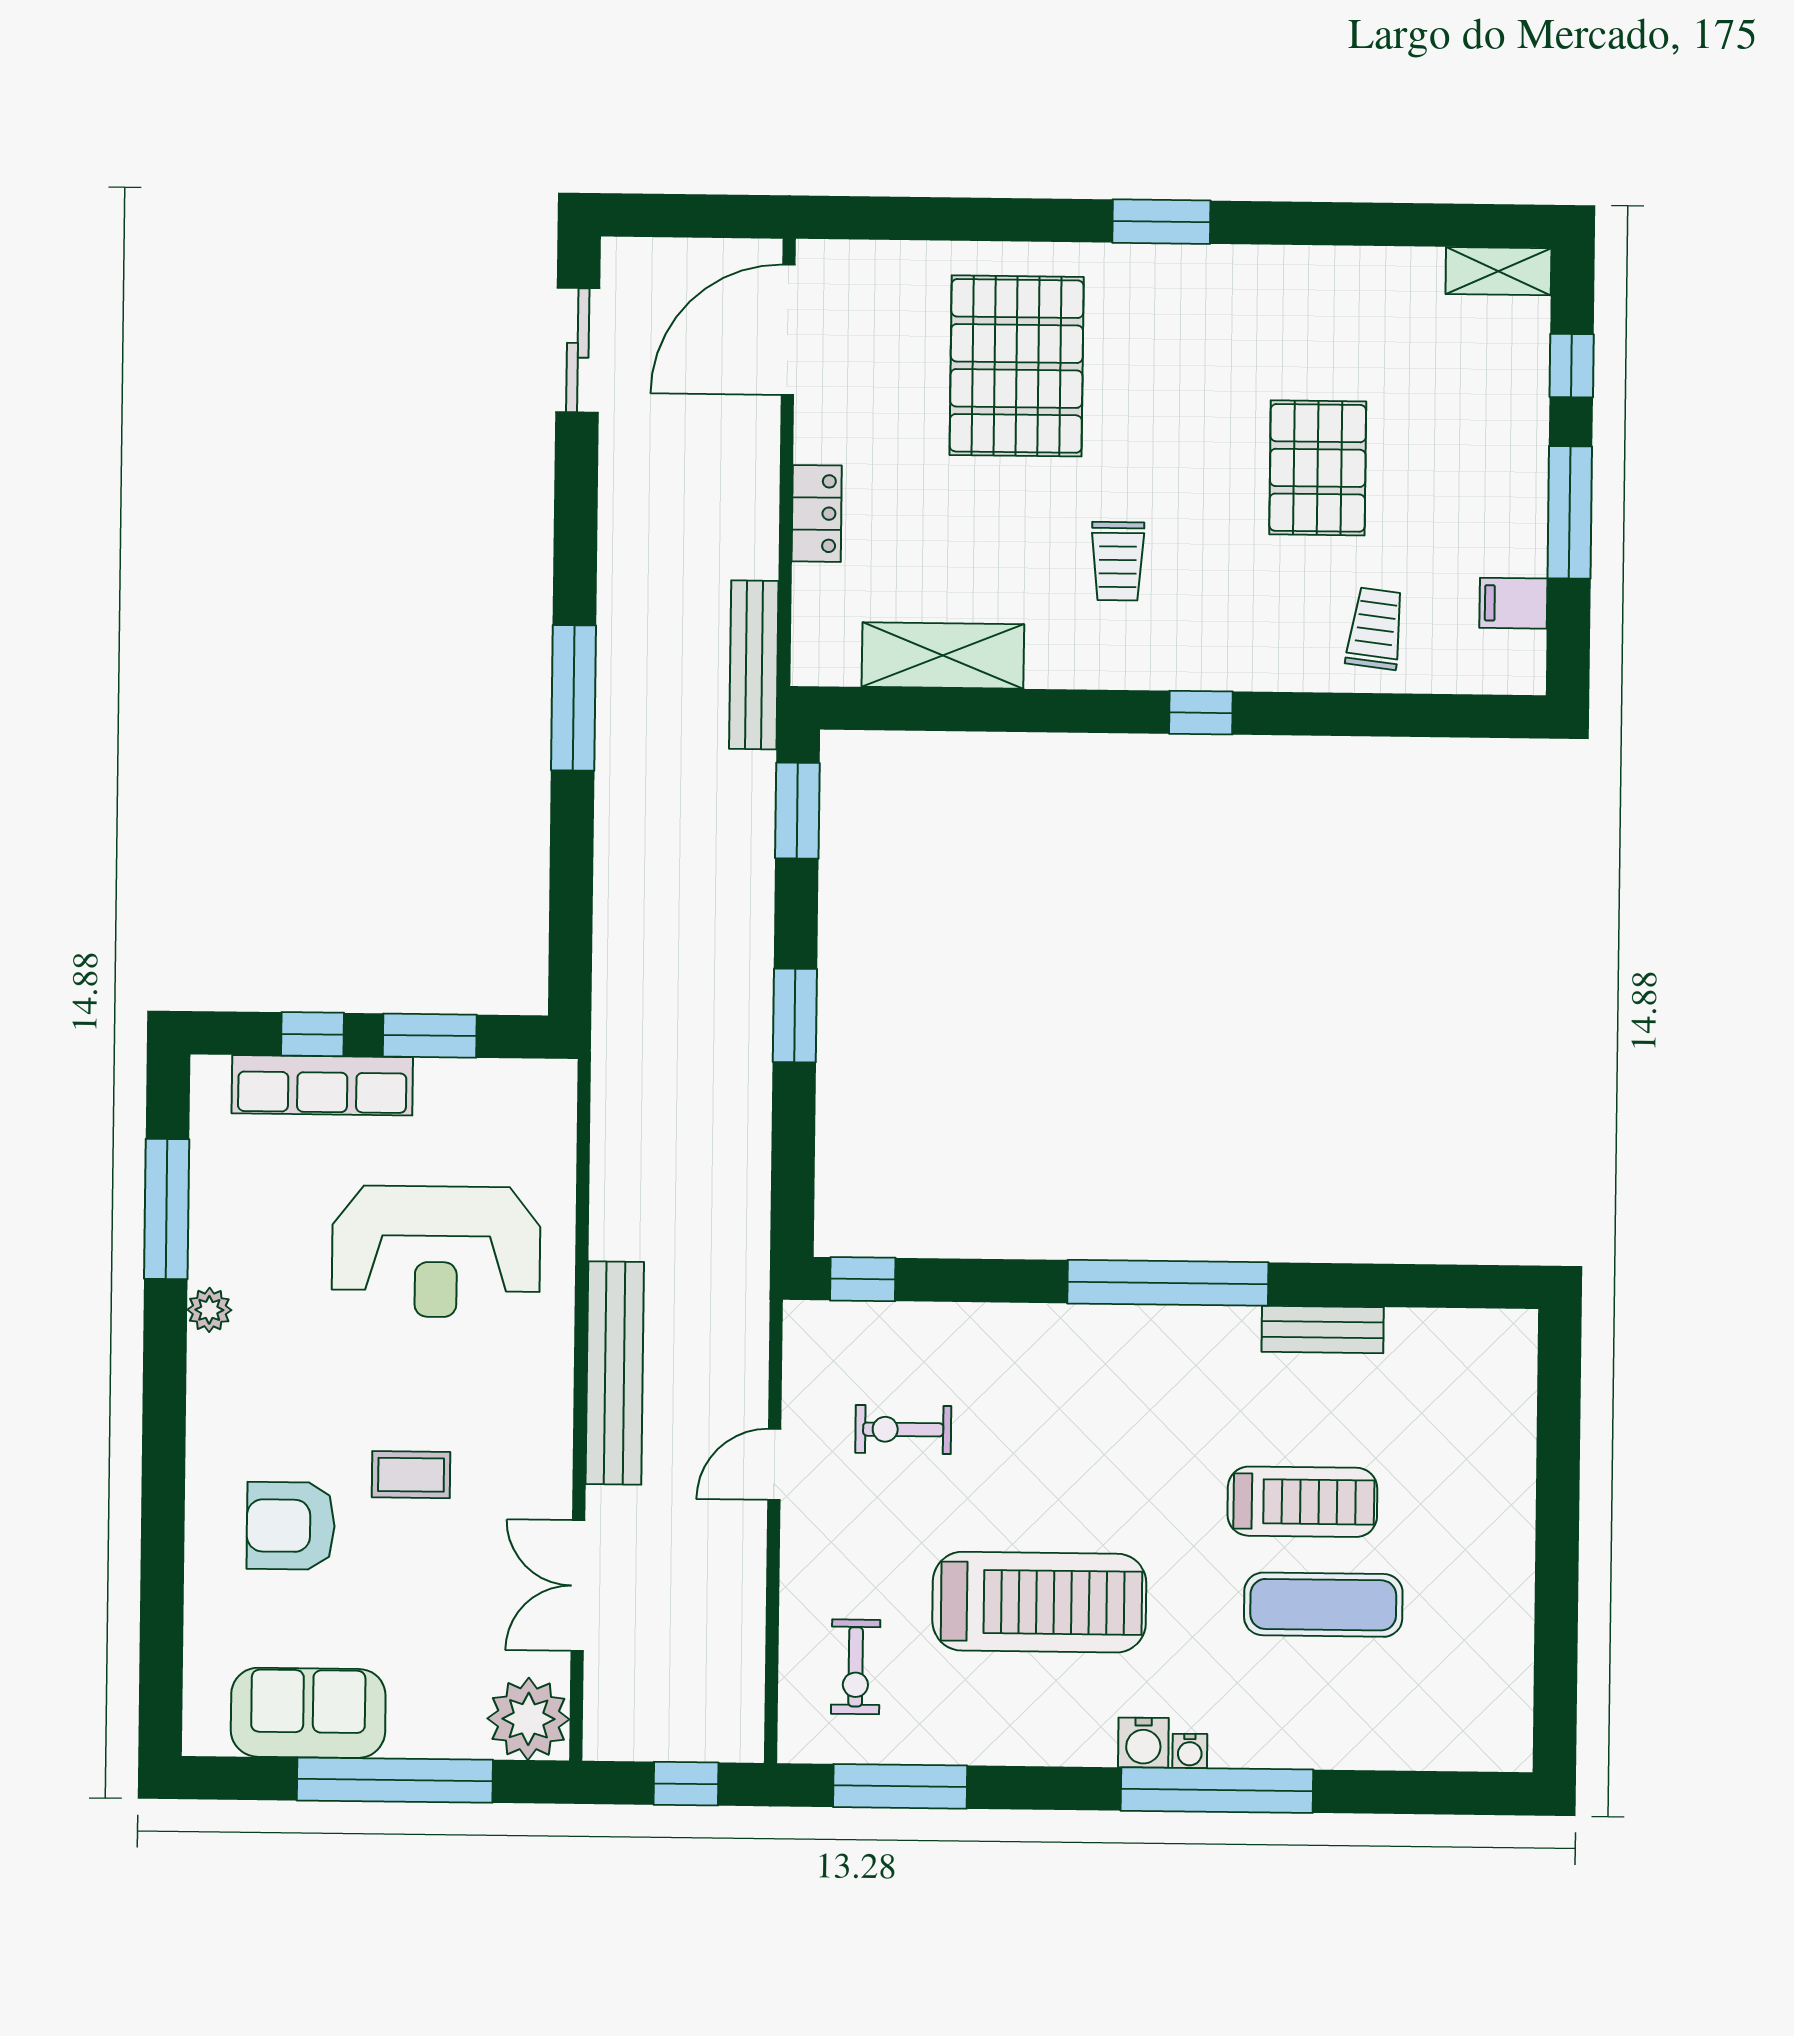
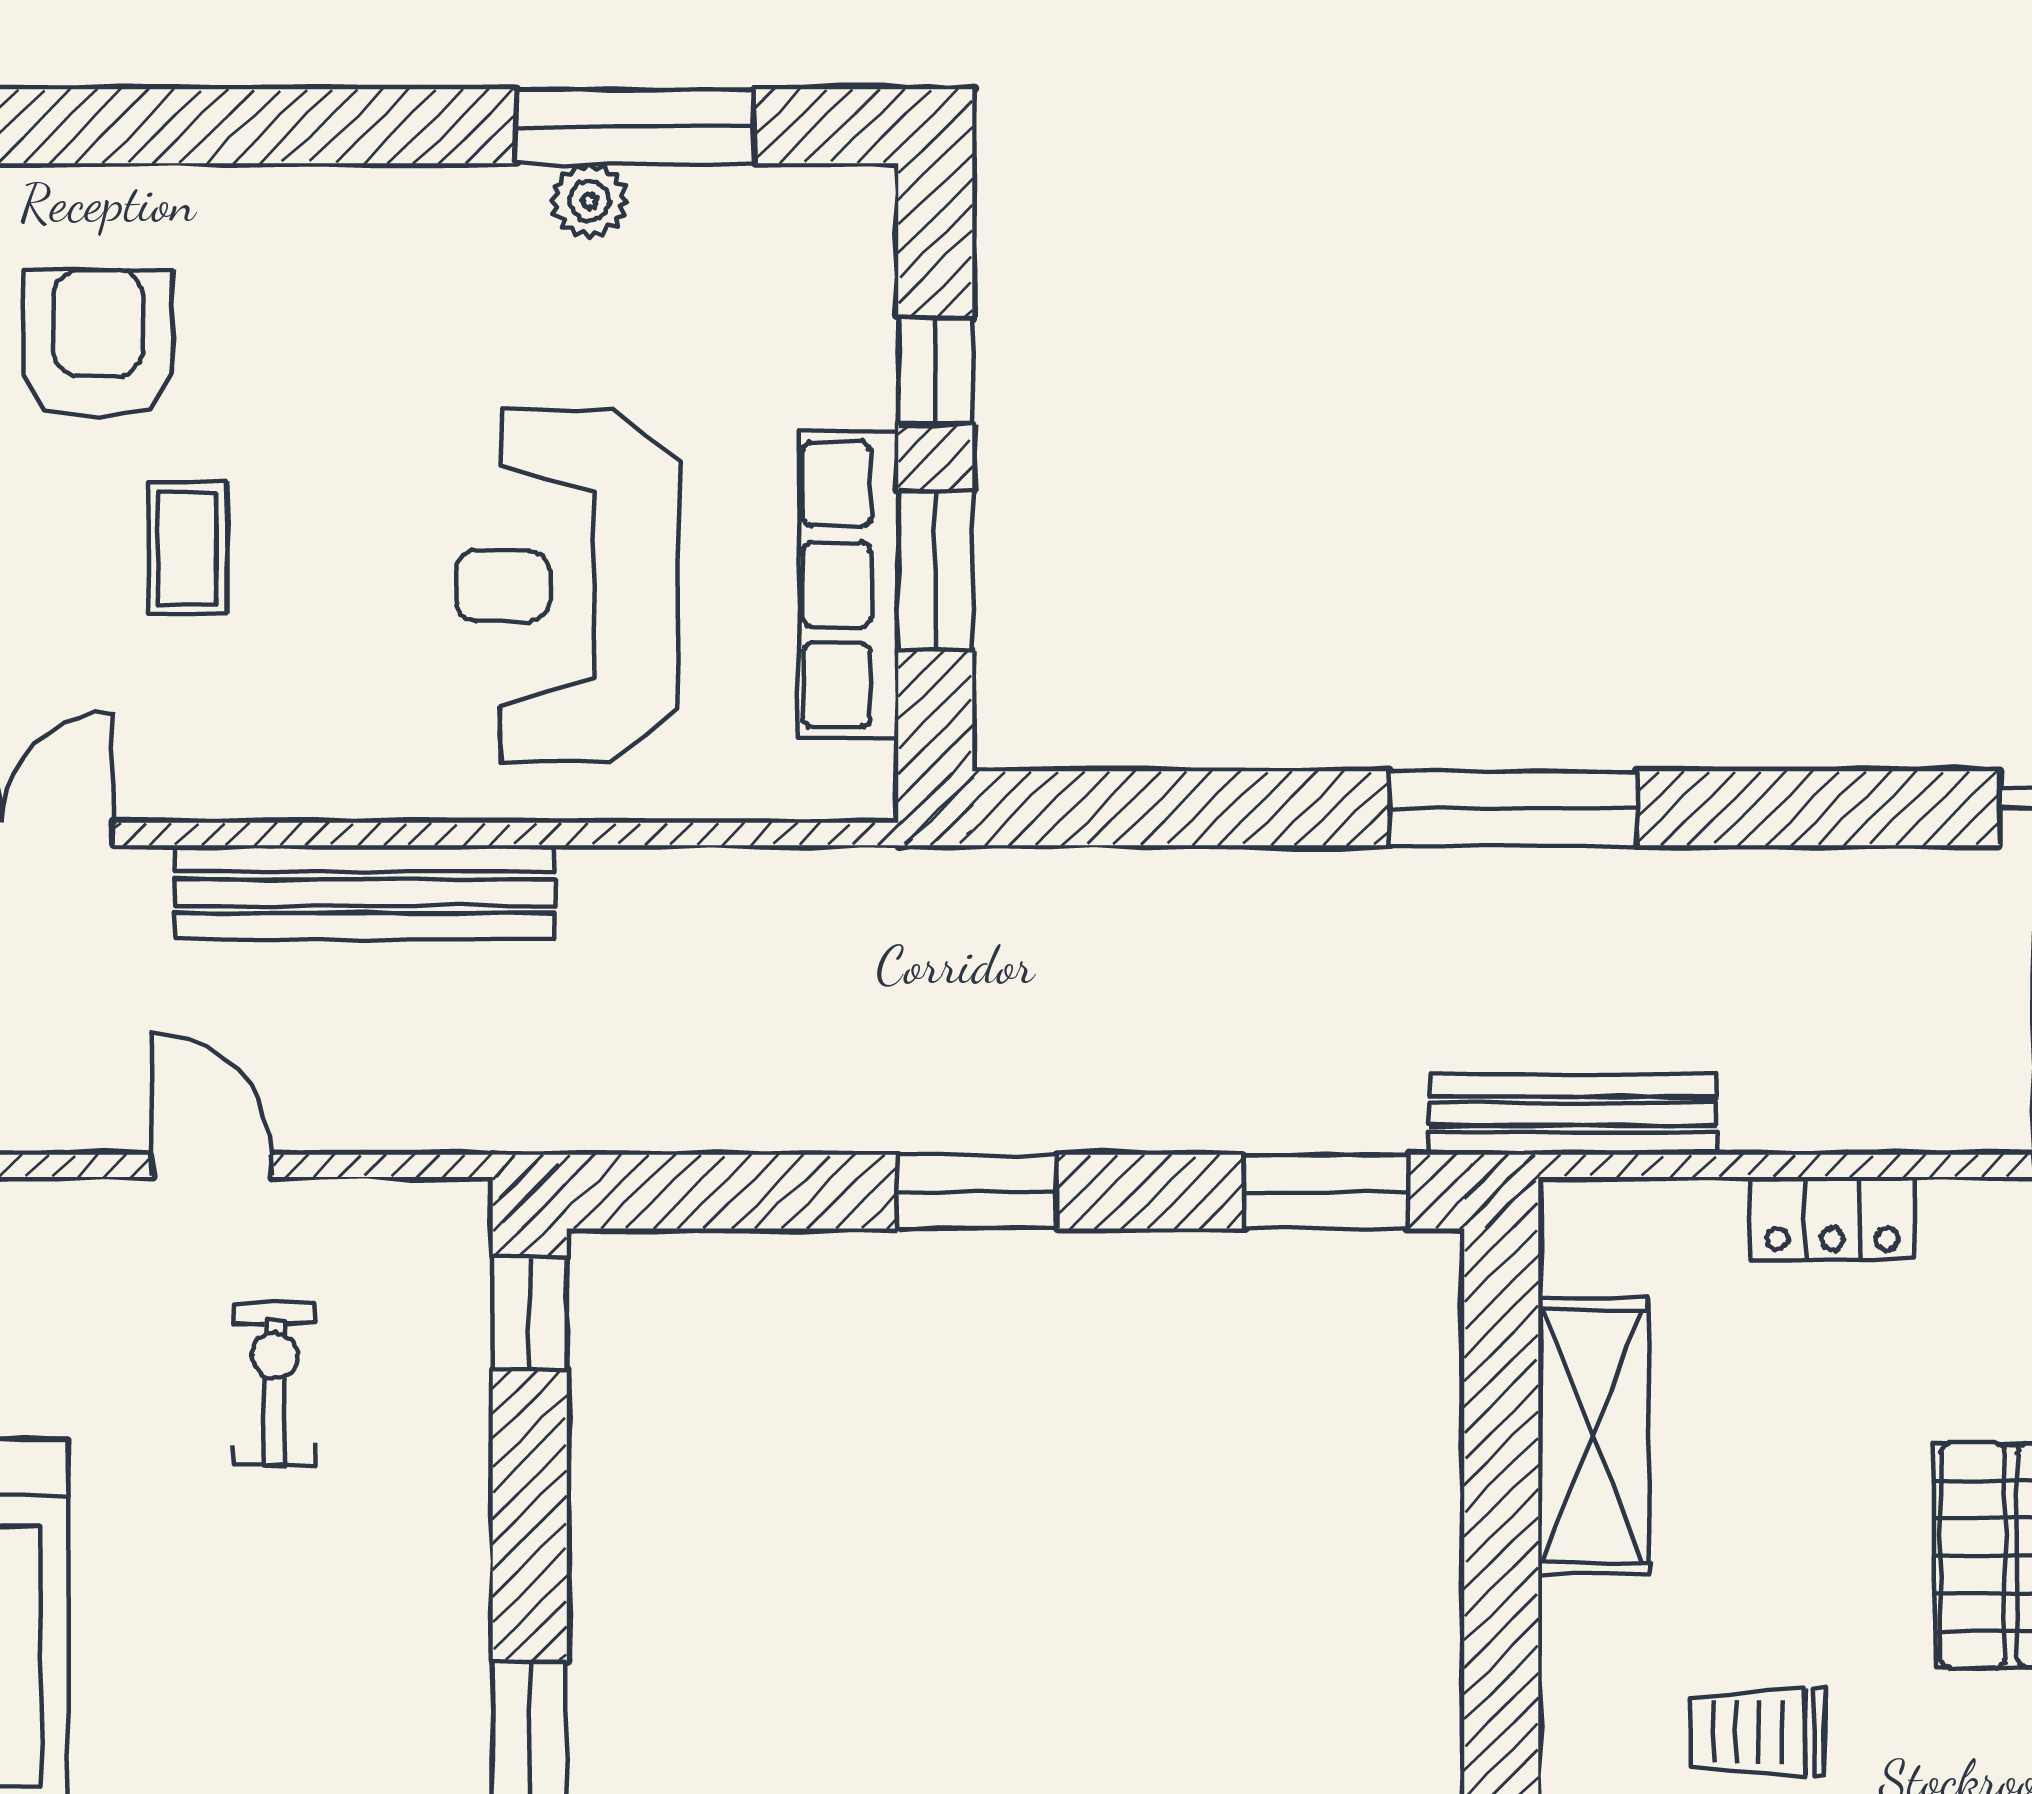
row of seats: (322, 1085) -> (849, 585), moved
plant: (209, 1310) -> (590, 201), moved

